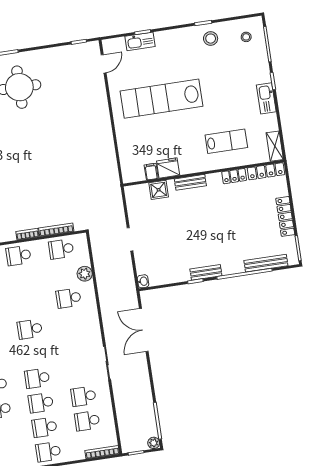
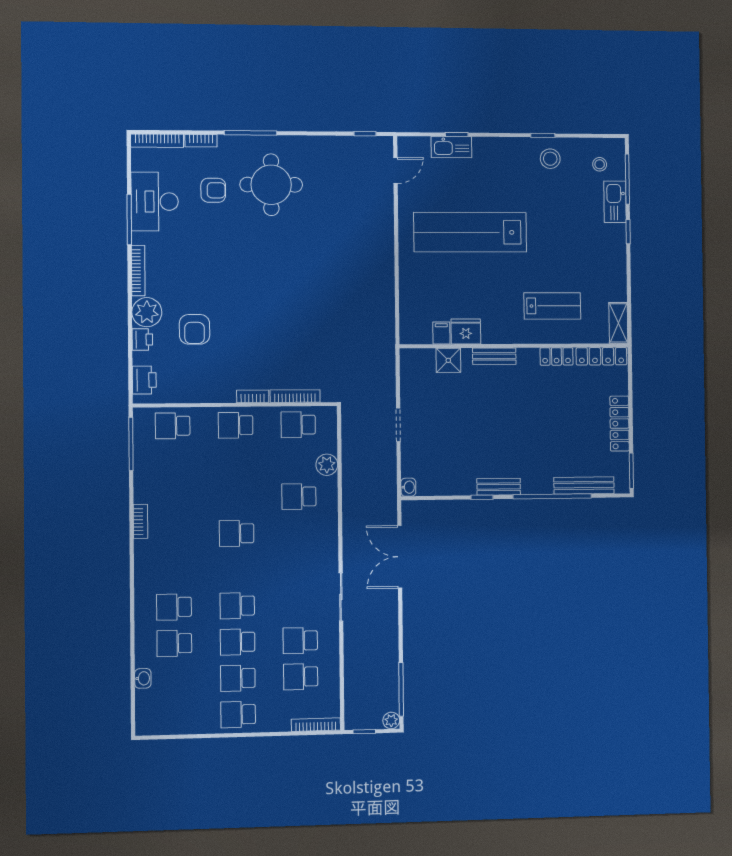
kitchen sink: (266, 98) -> (615, 202), moved

